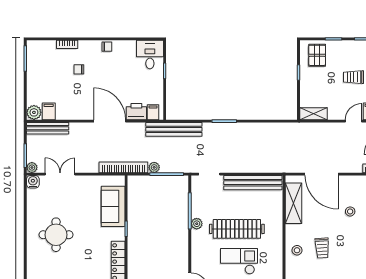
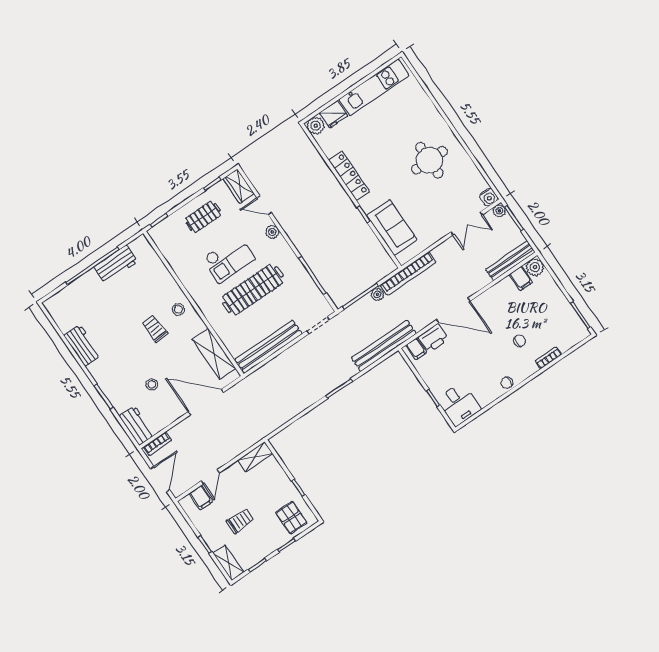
plant: (197, 224) -> (272, 232), moved

